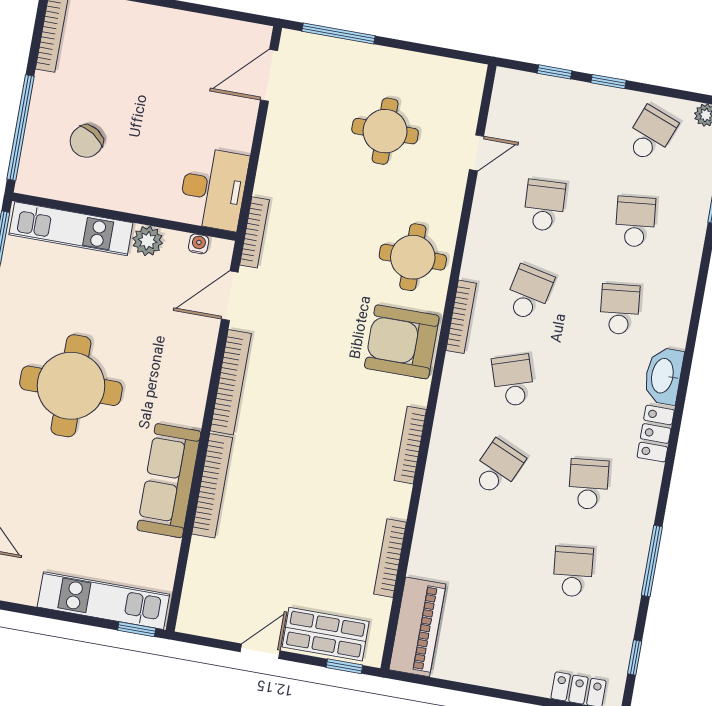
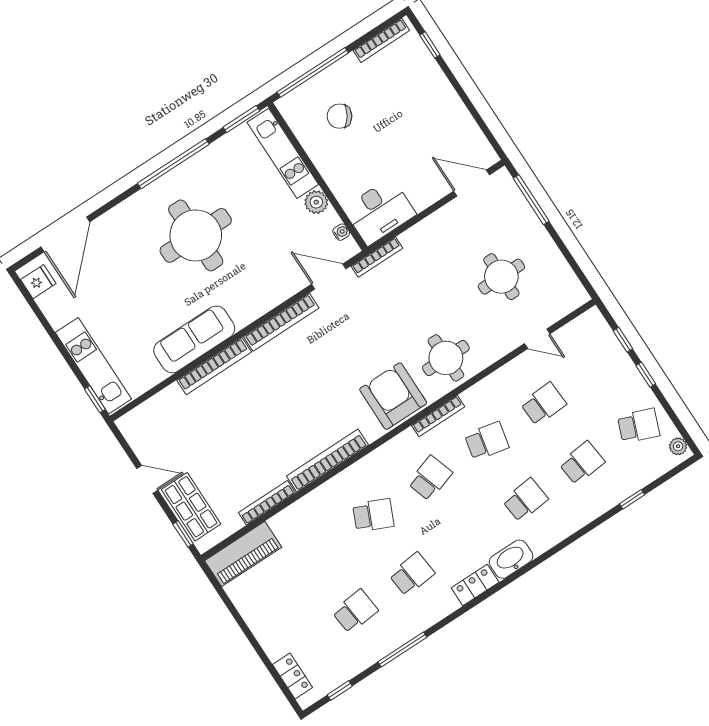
bookcase: (410, 445) -> (327, 460), width x1.48, depth x1.31

